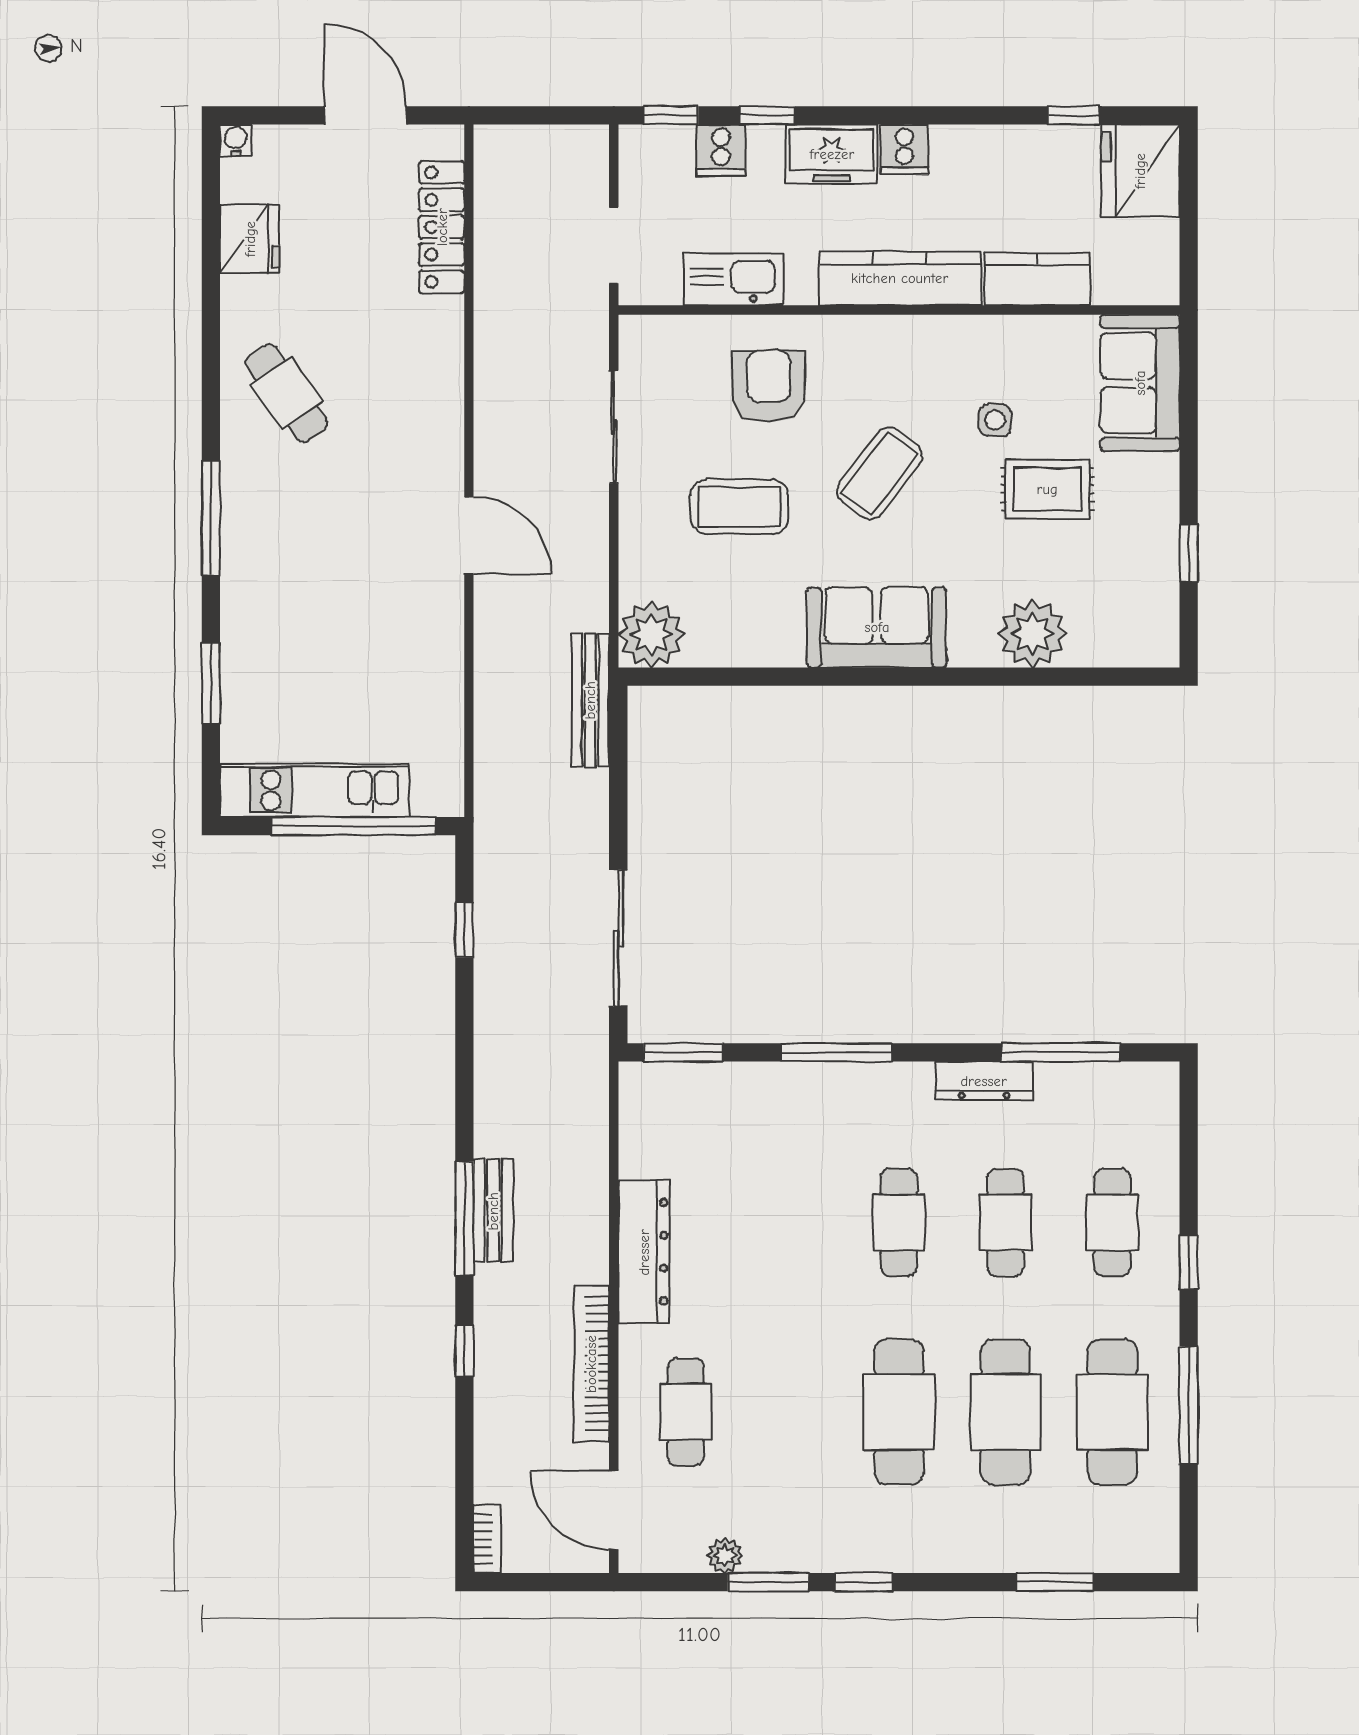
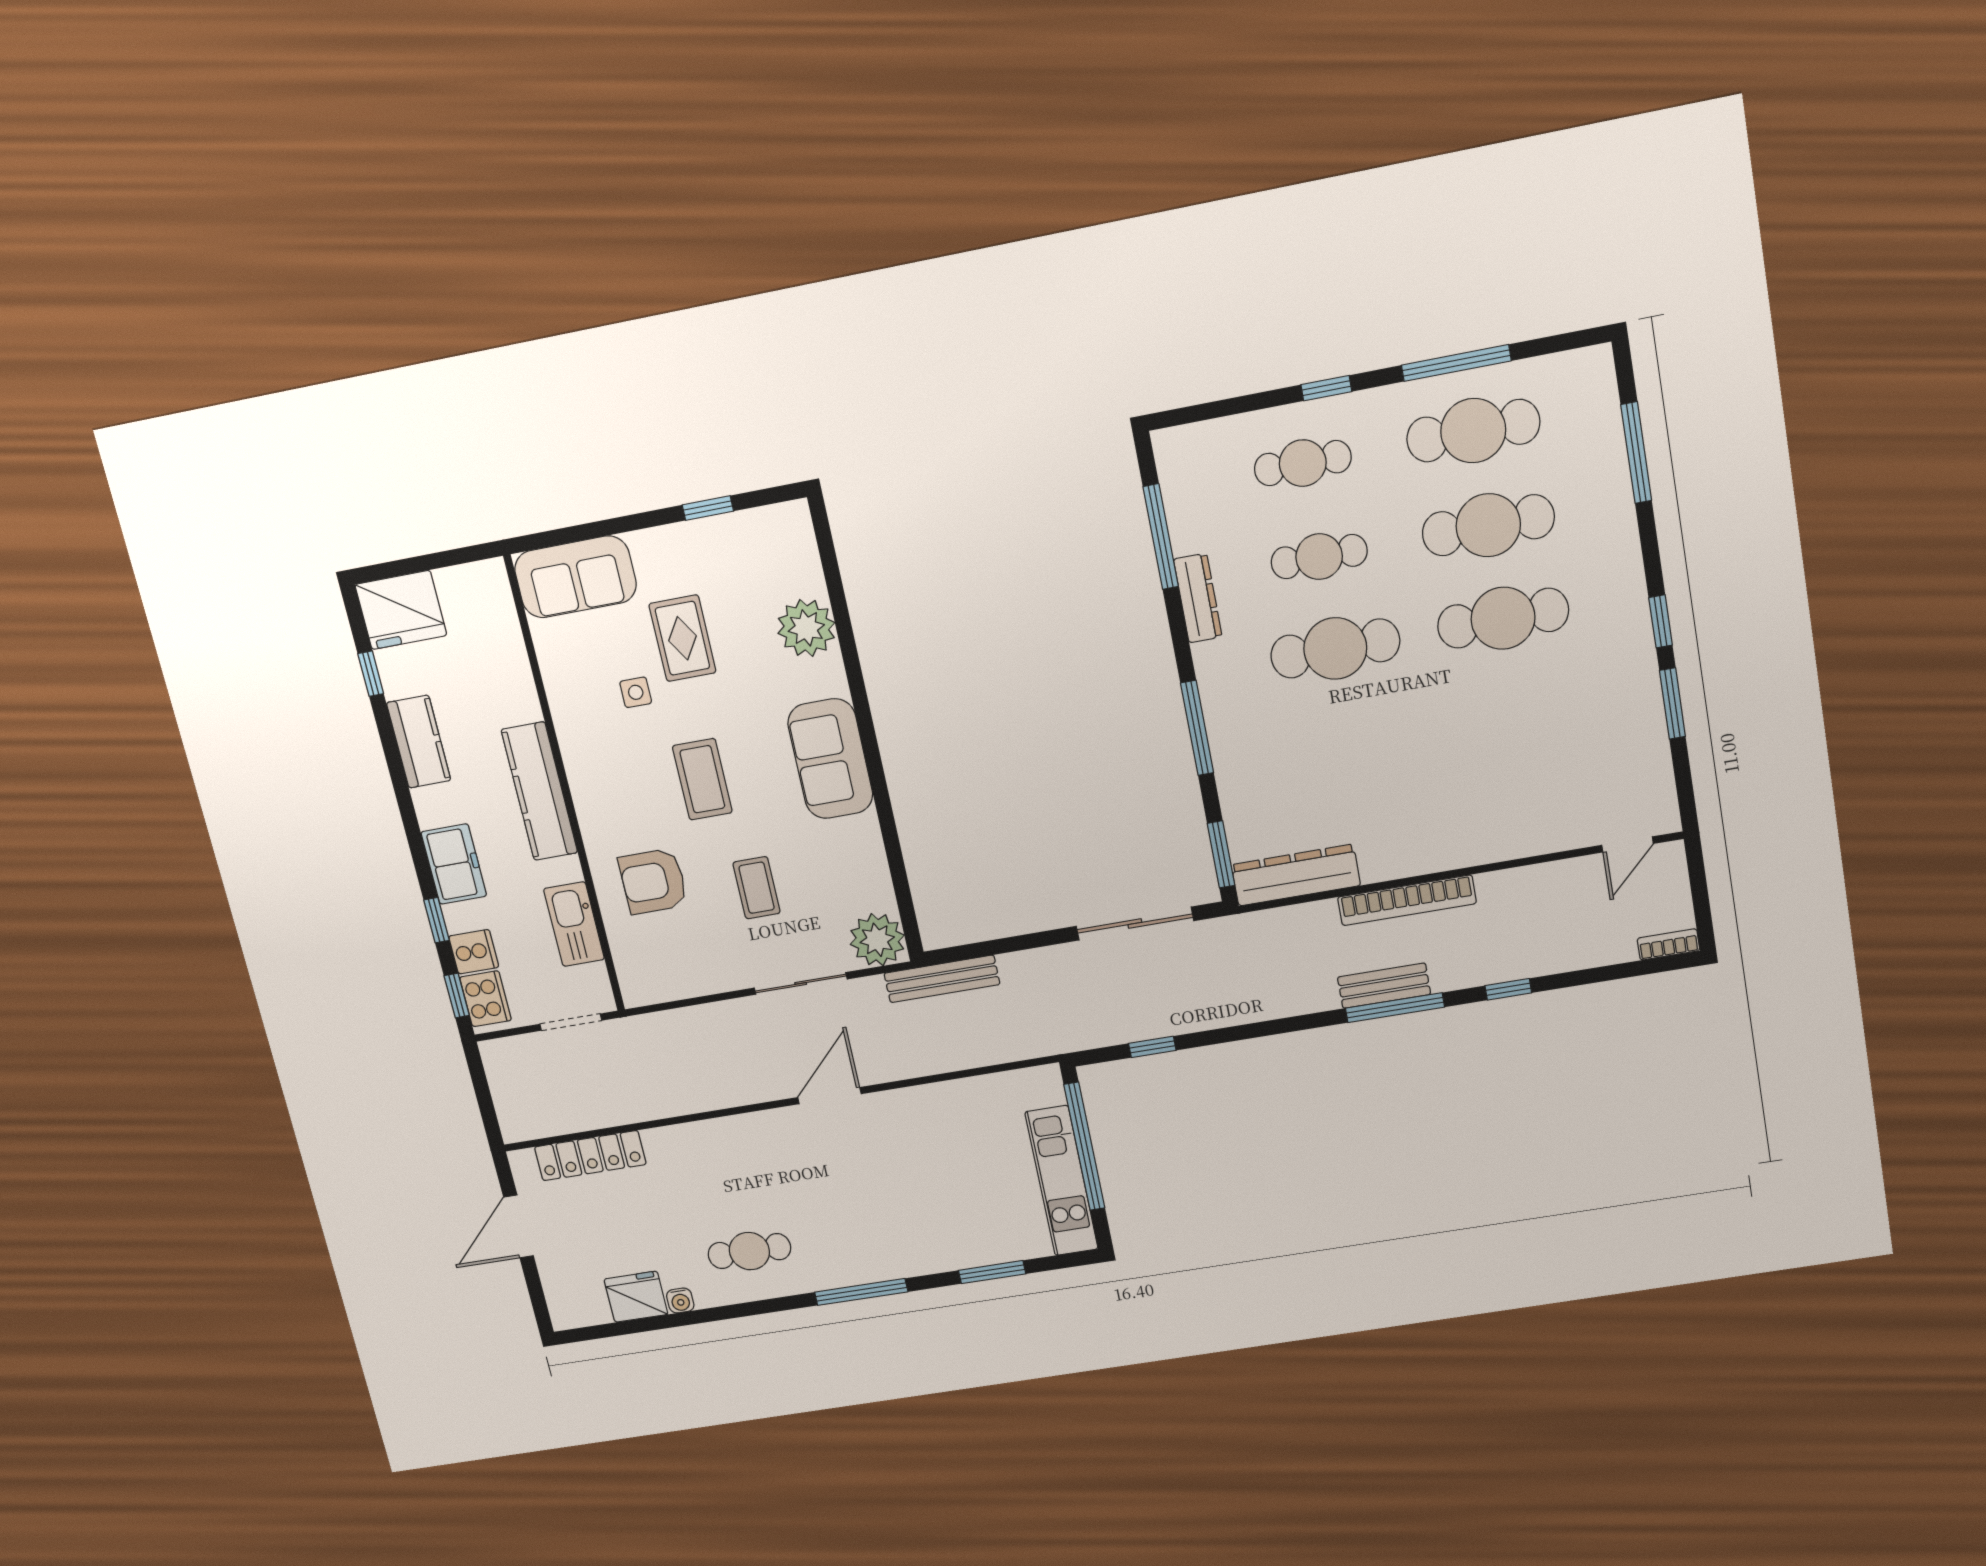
water cooler: (236, 140) -> (680, 1301), moved, turned -90
cooker: (904, 149) -> (486, 999), moved, width x1.36
kitchen counter: (1037, 279) -> (419, 742), moved, turned 180
cafe table: (286, 393) -> (749, 1251), turned 35
sliding door: (614, 427) -> (801, 984), moved
coffee table: (880, 473) -> (702, 779), turned 53
coffee table: (739, 507) -> (757, 888), width x0.73, depth x0.77
cafe table: (899, 1223) -> (1335, 648), width x1.37, depth x1.35
dresser: (644, 1252) -> (1296, 875), moved
bookcase: (591, 1364) -> (1407, 900), moved
cafe table: (686, 1412) -> (1532, 799), removed
door: (614, 1510) -> (1628, 844), width x0.73
plant: (725, 1555) -> (1654, 744), removed
window: (1055, 1582) -> (1636, 453), width x1.44

